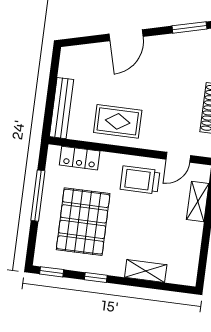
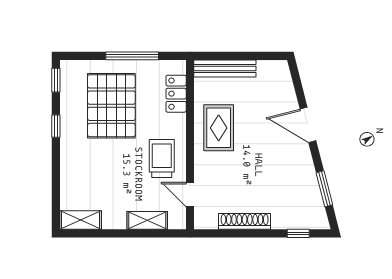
pallet: (83, 222) -> (111, 106), turned 90
shelving: (146, 271) -> (81, 220), moved, turned 90

